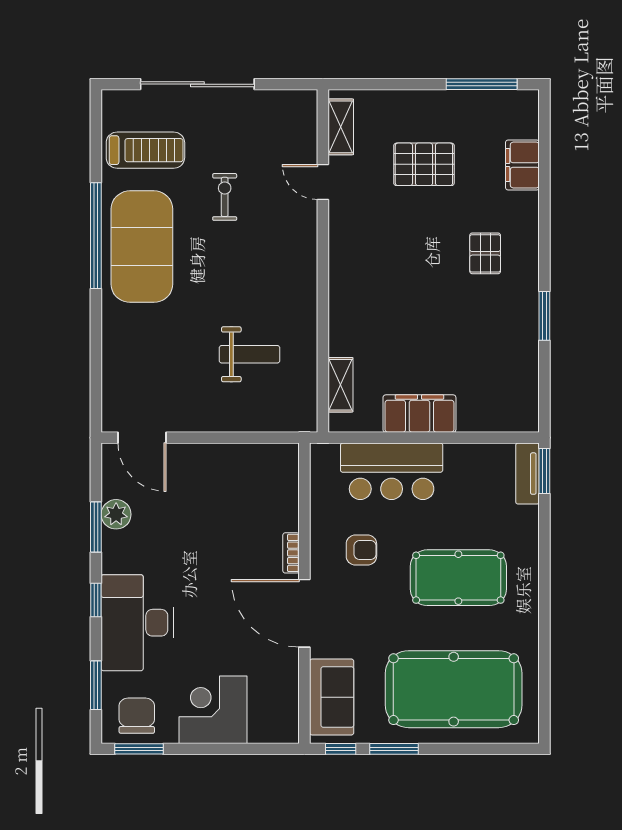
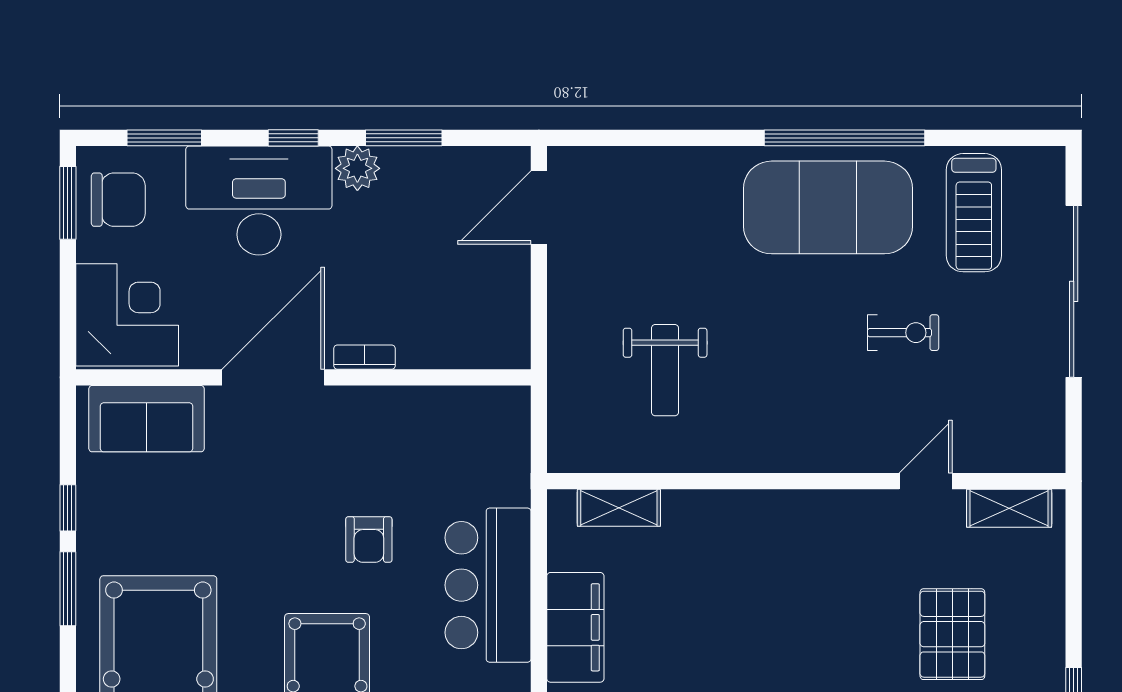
plant: (116, 514) -> (357, 168), moved
bookcase: (291, 553) -> (364, 357), moved
wall: (304, 593) -> (303, 377), moved
door: (304, 613) -> (273, 377), moved
sofa: (332, 697) -> (147, 419), moved

